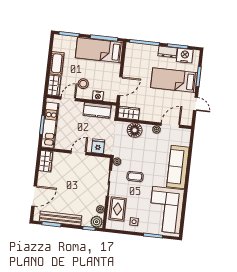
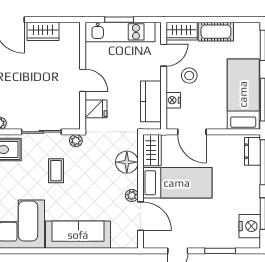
dresser: (167, 52) -> (252, 151), moved
bed: (174, 80) -> (177, 183), moved, turned 90
door: (68, 99) -> (164, 55), hinge flipped
wardrobe: (46, 161) -> (43, 31), moved

